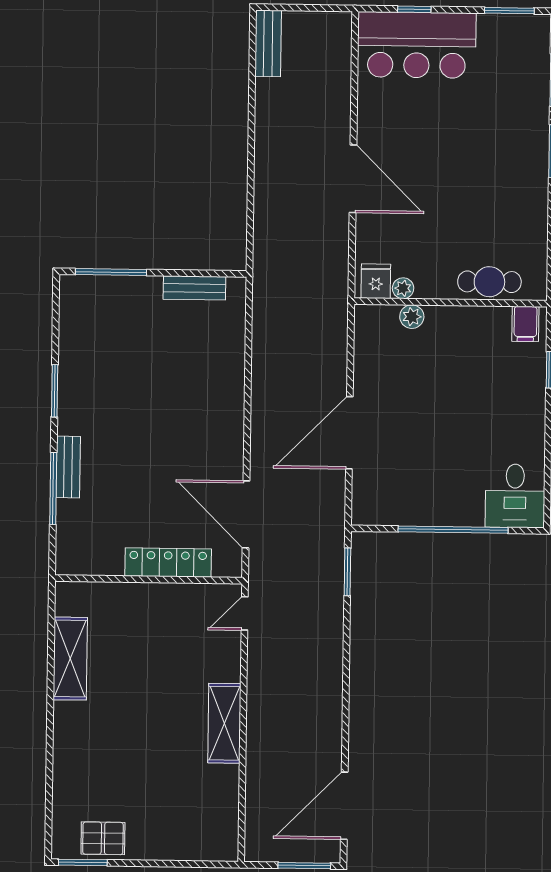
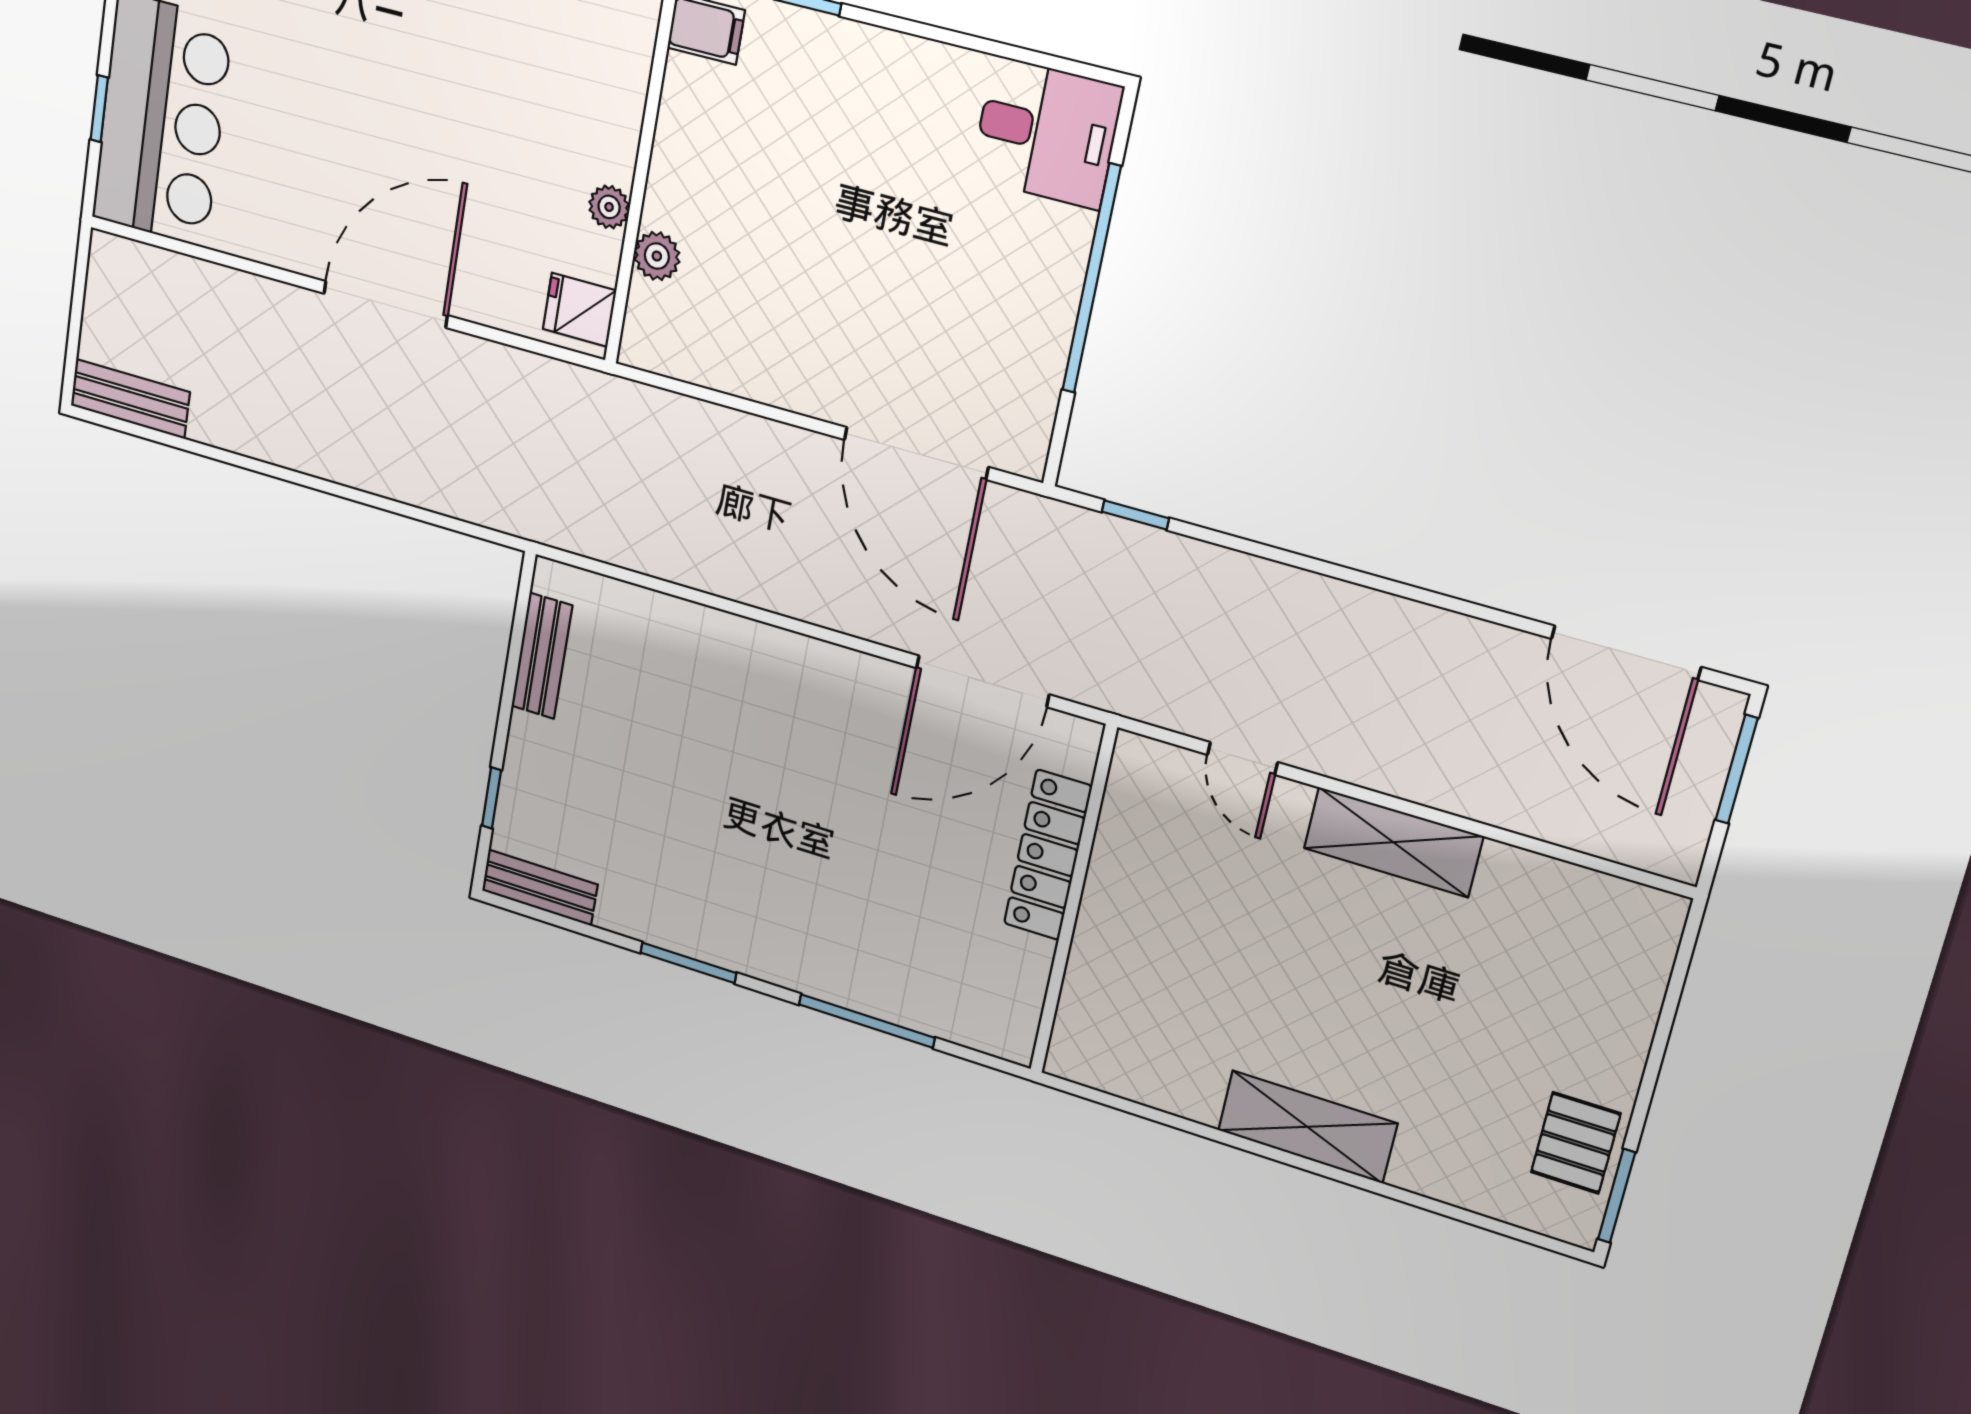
window: (111, 272) -> (492, 798), width x0.46
cafe table: (489, 282) -> (614, 83), removed
plant: (403, 288) -> (609, 207), moved
door: (349, 433) -> (916, 453), moved
bench: (68, 467) -> (540, 887), moved
window: (347, 572) -> (1135, 515), width x0.67
door: (245, 613) -> (1242, 758), moved
shelving: (70, 659) -> (1307, 1127), moved

